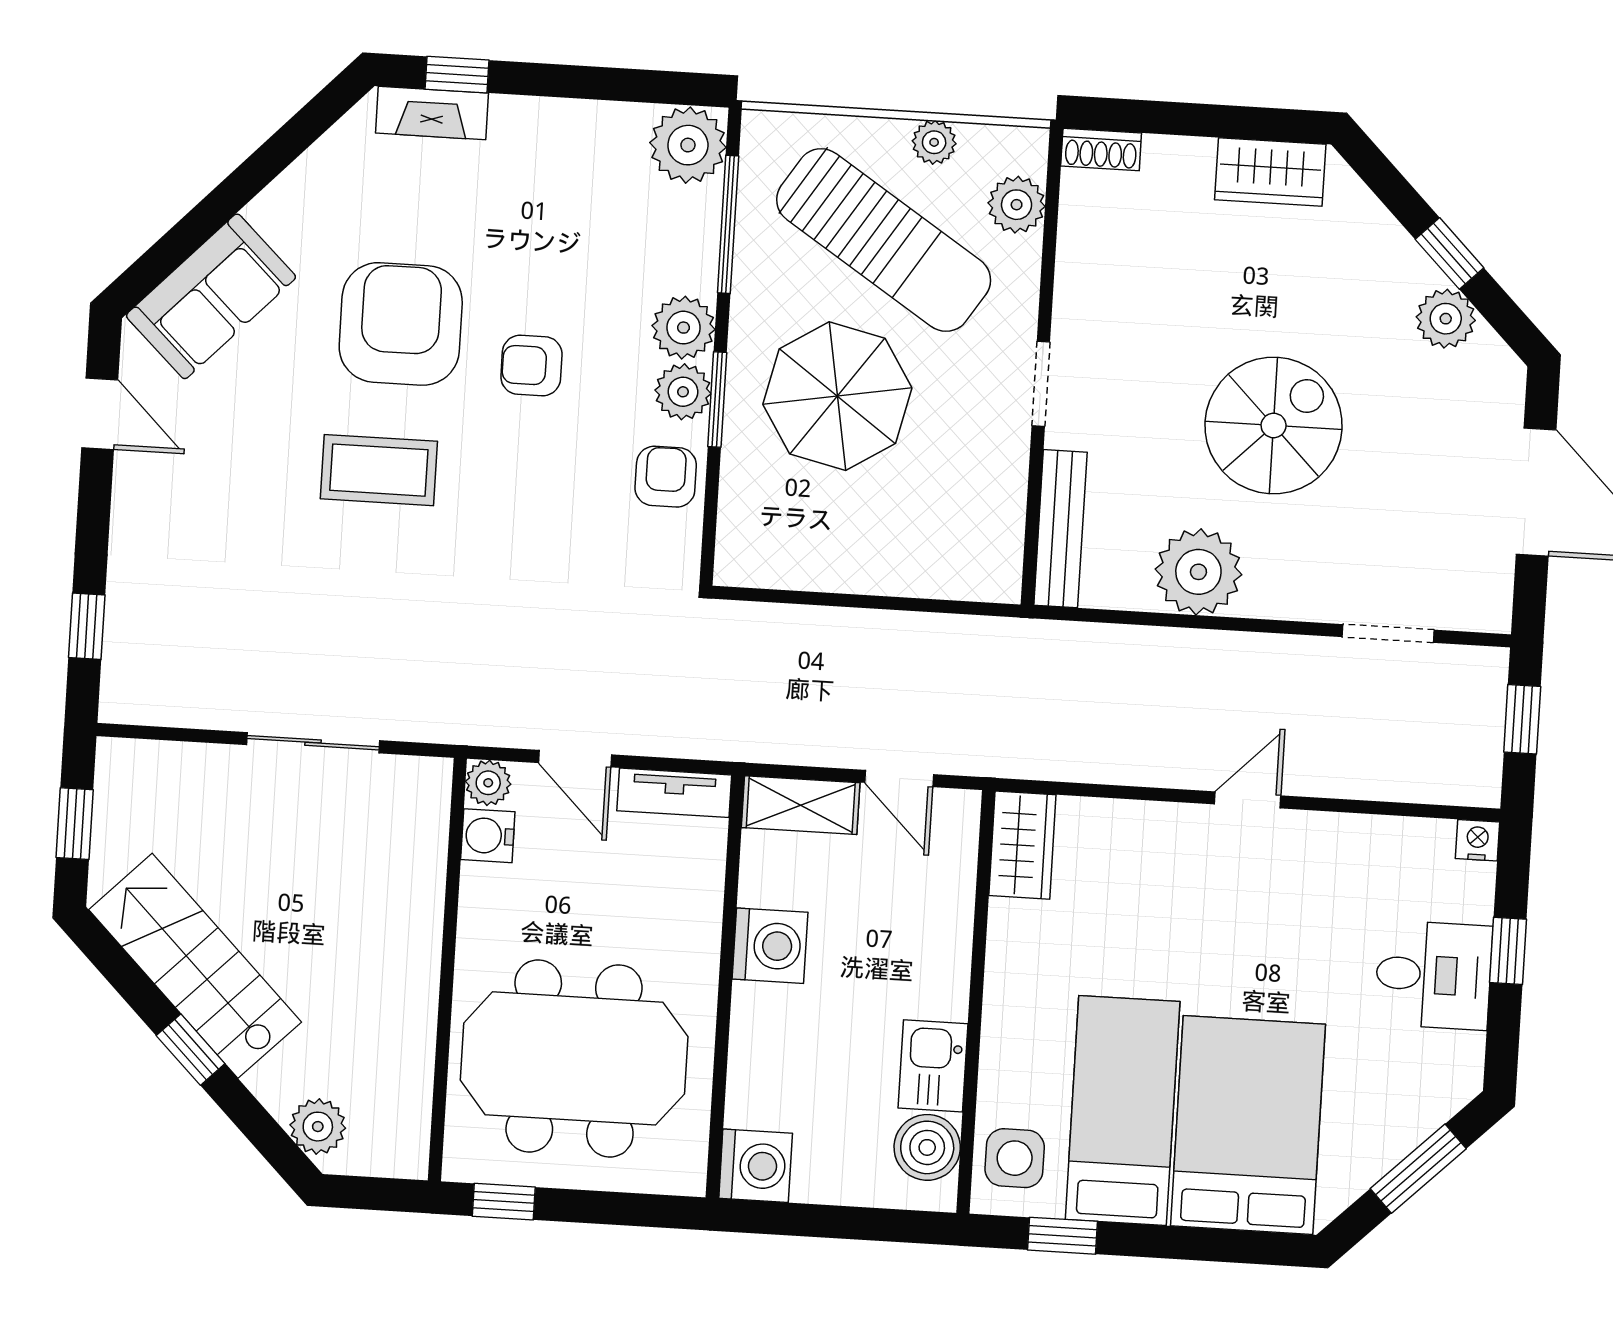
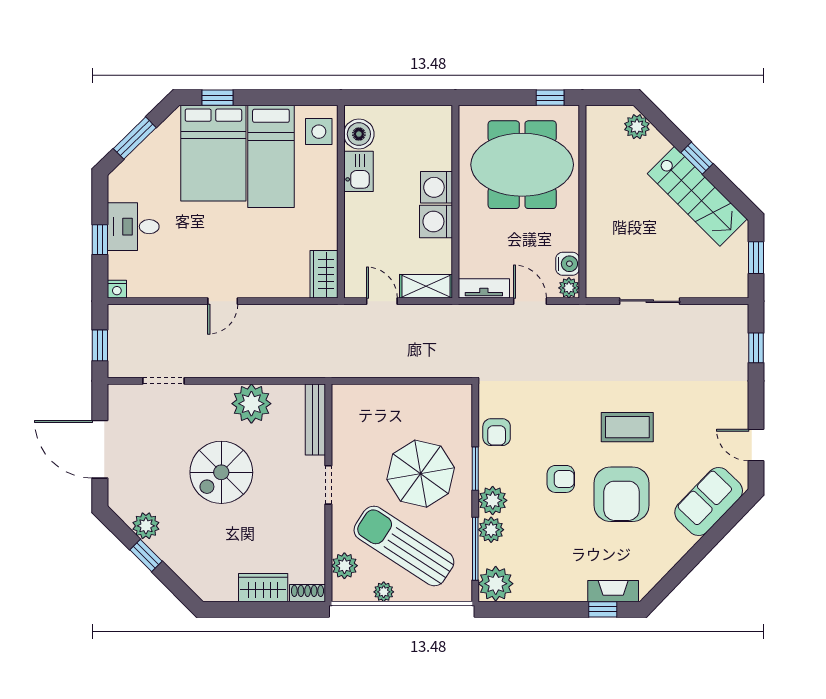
wardrobe: (1270, 172) -> (263, 588), moved
plant: (683, 392) -> (491, 530), moved
washing machine: (756, 1166) -> (436, 187), moved
window: (1062, 1236) -> (217, 98), moved

